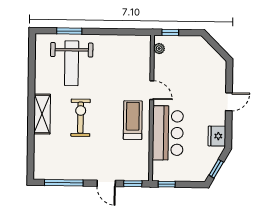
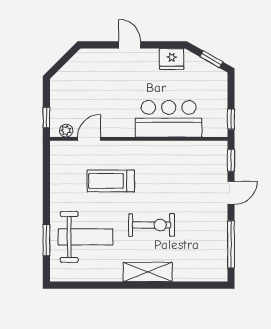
door: (152, 90) -> (89, 139), moved
exercise bike: (81, 118) -> (152, 225), turned 180
treadmill: (133, 120) -> (111, 181), moved

